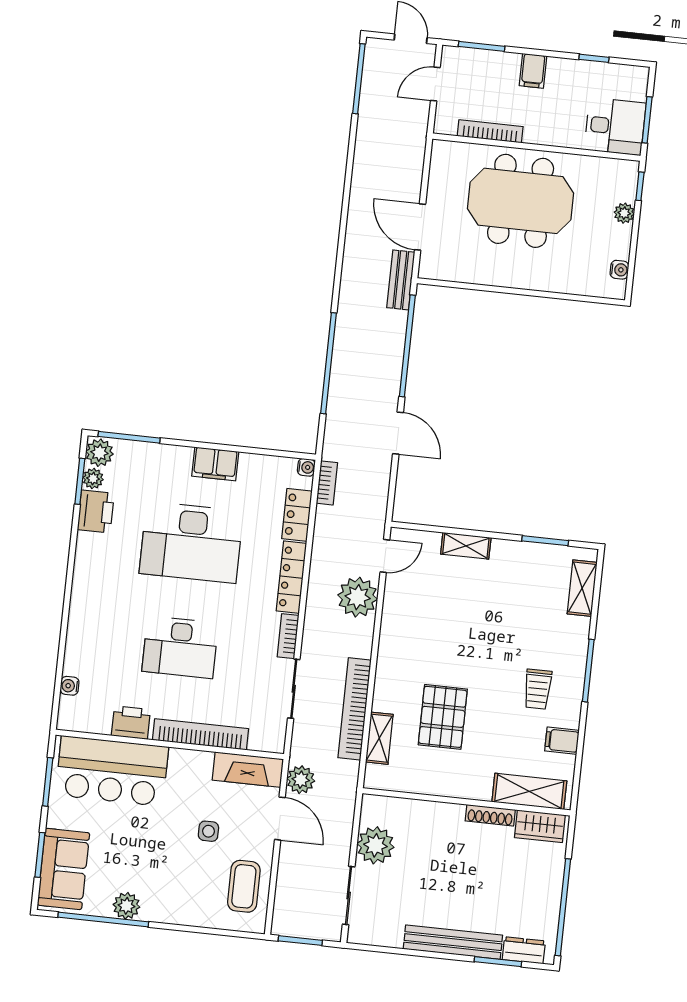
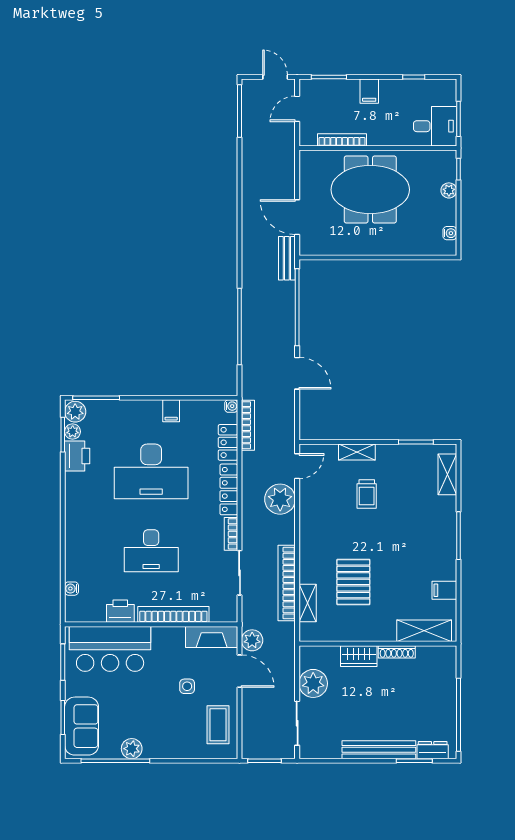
filing cabinet: (215, 464) -> (171, 411), width x0.50
bookcase: (327, 483) -> (248, 425), width x1.56
trolley: (538, 689) -> (367, 494), moved
wardrobe: (540, 826) -> (359, 656), moved

